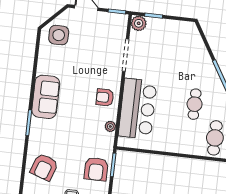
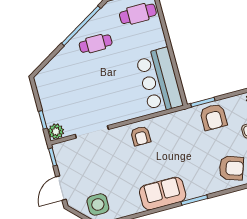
cafe table: (195, 104) -> (96, 44), moved
bar counter: (138, 109) -> (159, 80), moved, turned -90
plant: (110, 126) -> (167, 120), removed
armchair: (96, 169) -> (213, 117), turned 90

